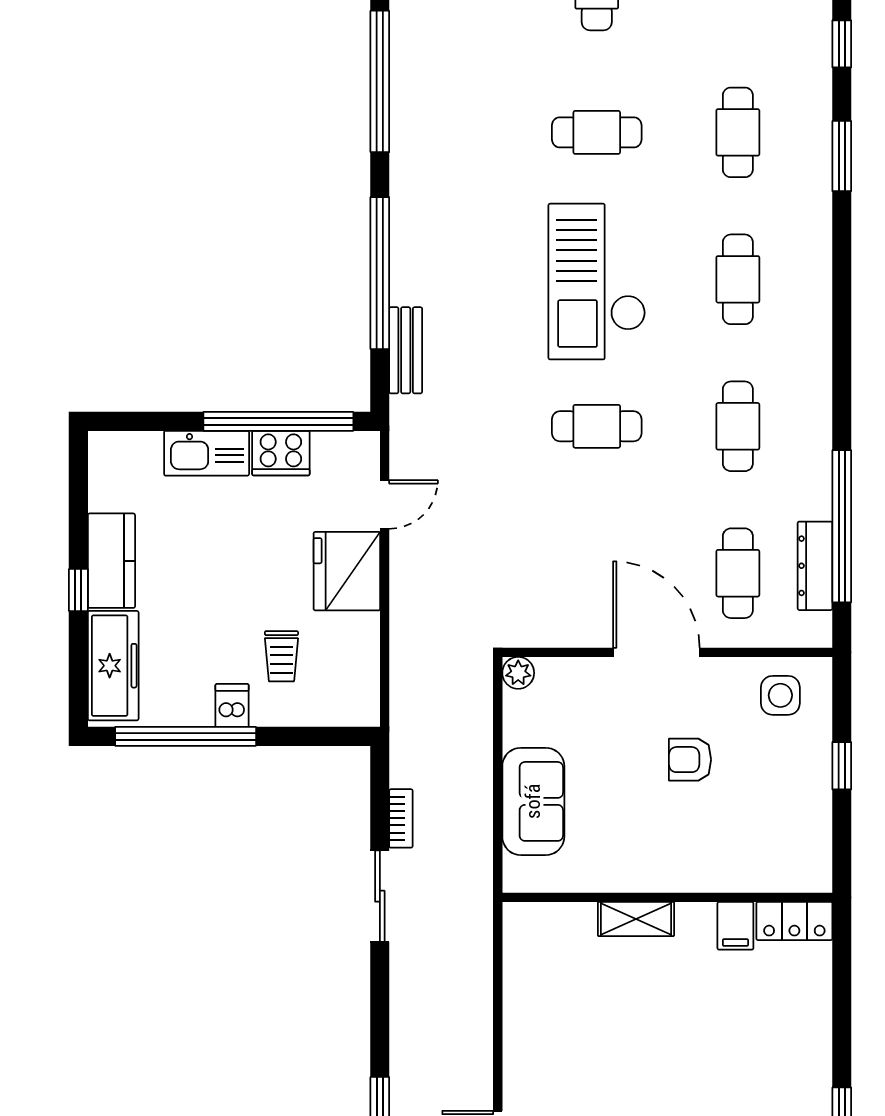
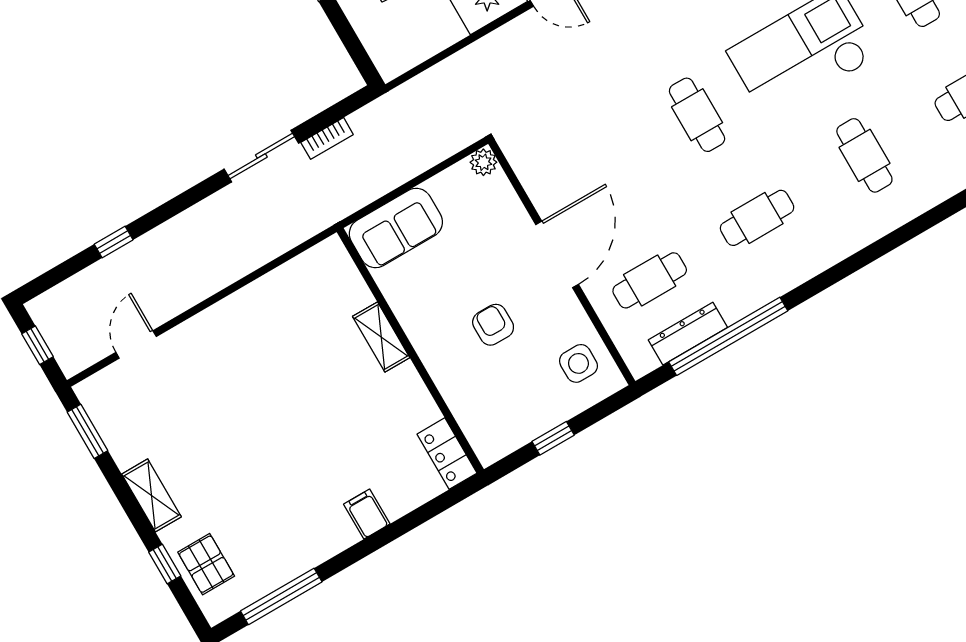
cafe table: (738, 279) -> (864, 155), turned 90
wall: (667, 897) -> (410, 351), moved
shelving: (636, 919) -> (381, 337), moved
locker: (794, 921) -> (447, 454), moved
filing cabinet: (735, 926) -> (367, 514), moved, turned 90

